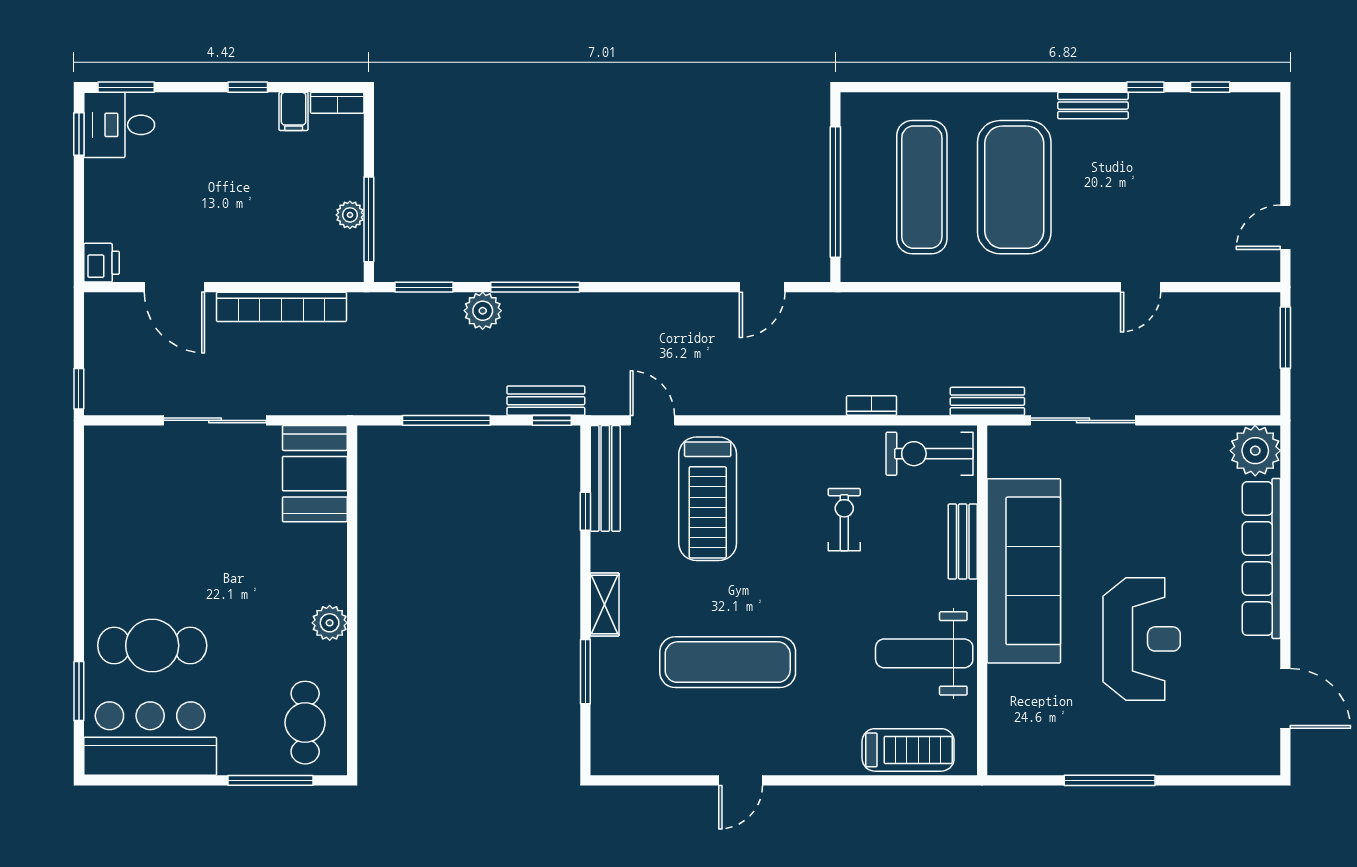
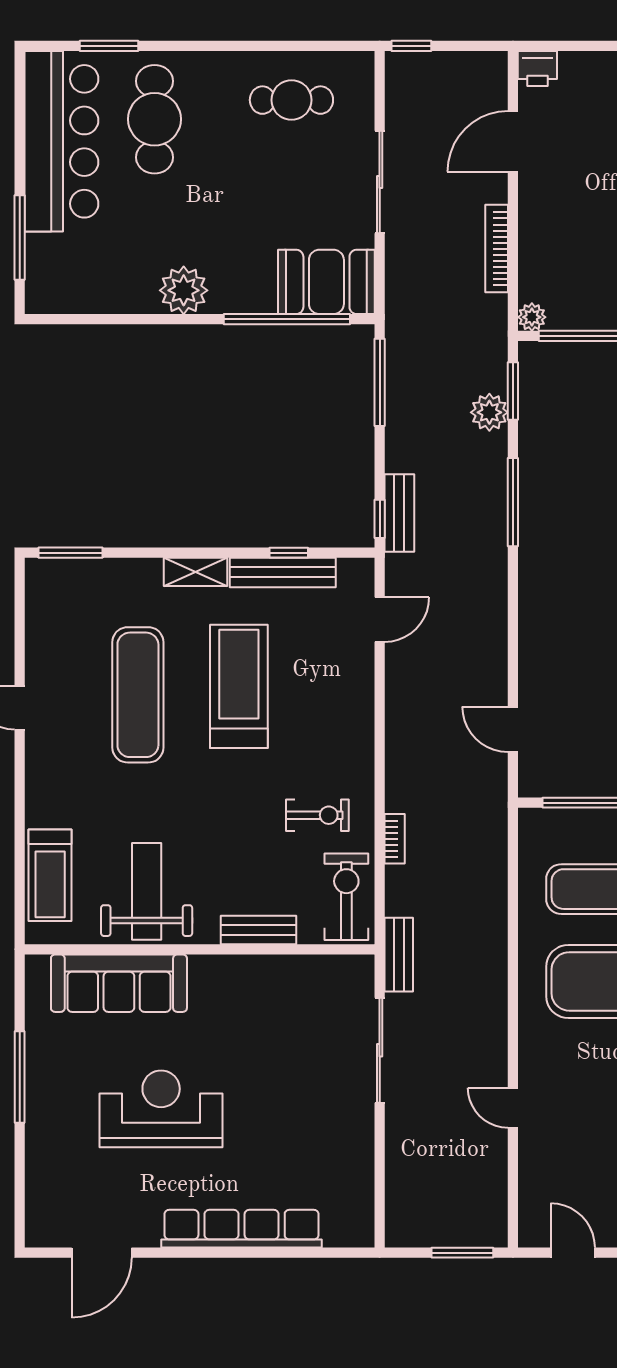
plant: (350, 215) -> (532, 317), moved
bookcase: (282, 307) -> (497, 249), width x0.68, depth x0.76
plant: (483, 311) -> (489, 412), moved
window: (446, 420) -> (380, 382), moved
plant: (1255, 451) -> (349, 1223), removed
bench: (605, 478) -> (283, 572), moved
treadmill: (708, 499) -> (239, 686), moved, turned 90
window: (352, 513) -> (287, 319), added
exercise bike: (844, 520) -> (317, 815), moved
sofa: (1024, 571) -> (119, 983), moved, width x0.74, depth x0.79
plant: (330, 623) -> (184, 290), width x1.36, depth x1.36
reception desk: (1142, 639) -> (161, 1109), turned 180
window: (585, 672) -> (71, 553), moved
cafe table: (305, 723) -> (291, 100), moved
bar counter: (150, 739) -> (61, 141), width x1.36

